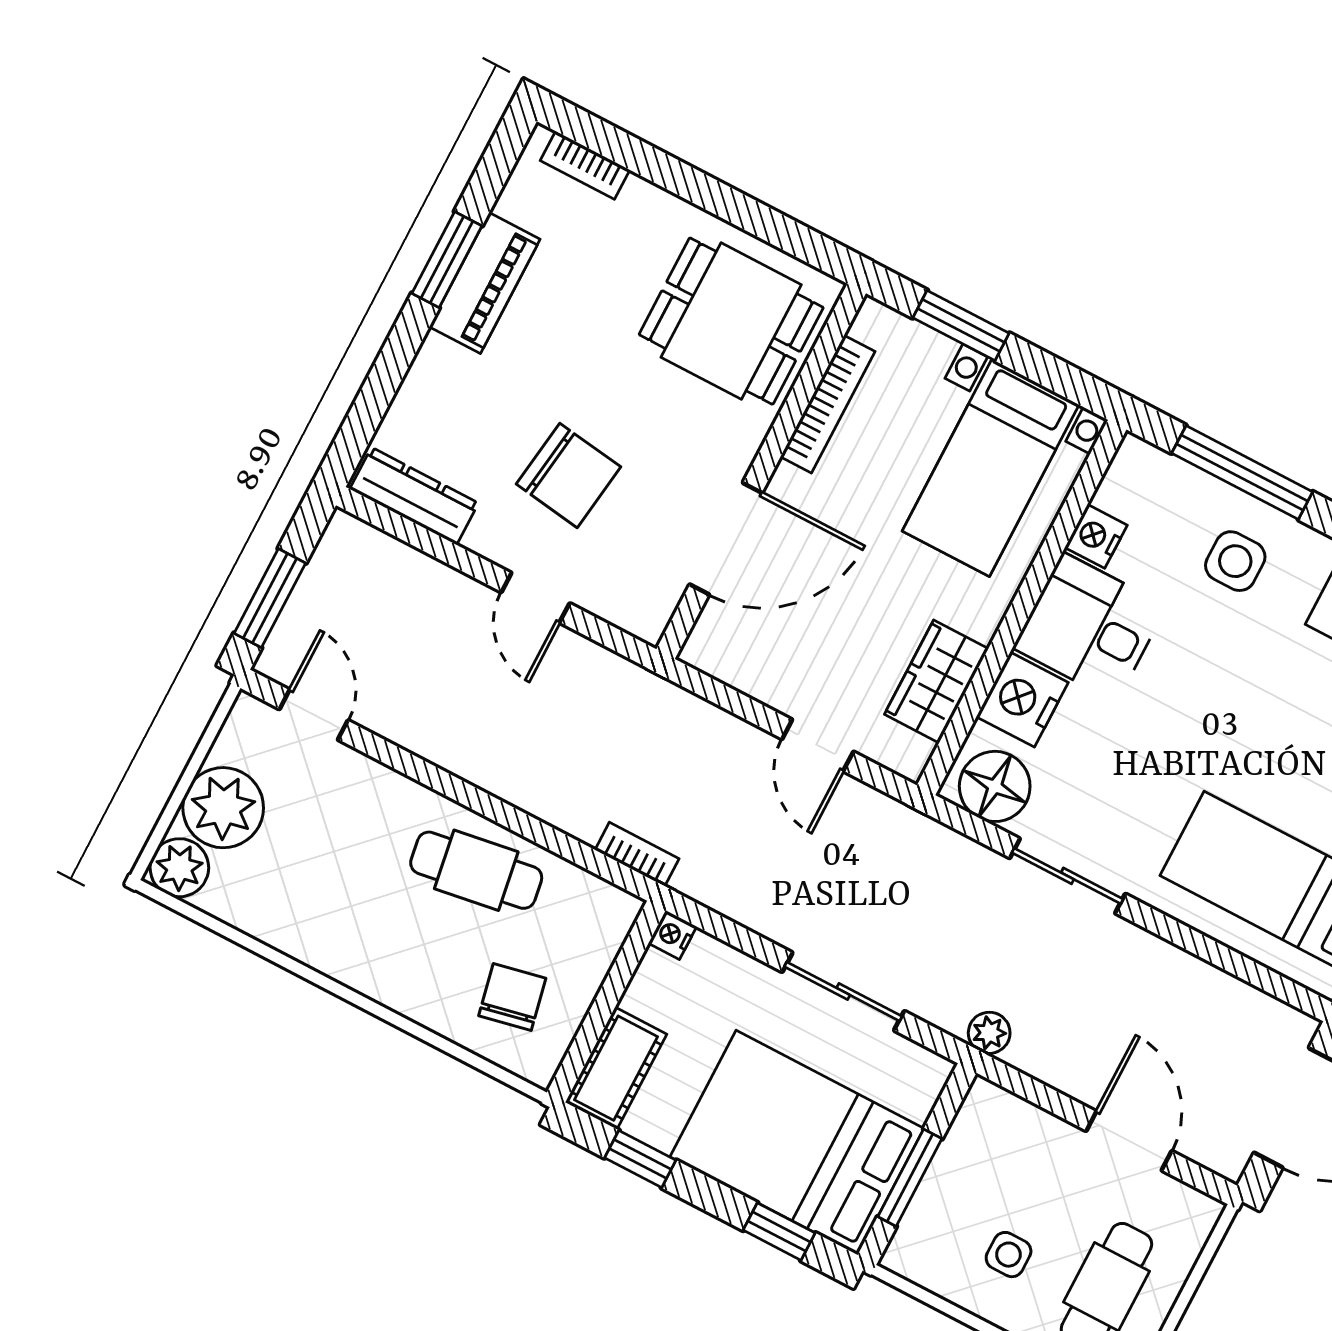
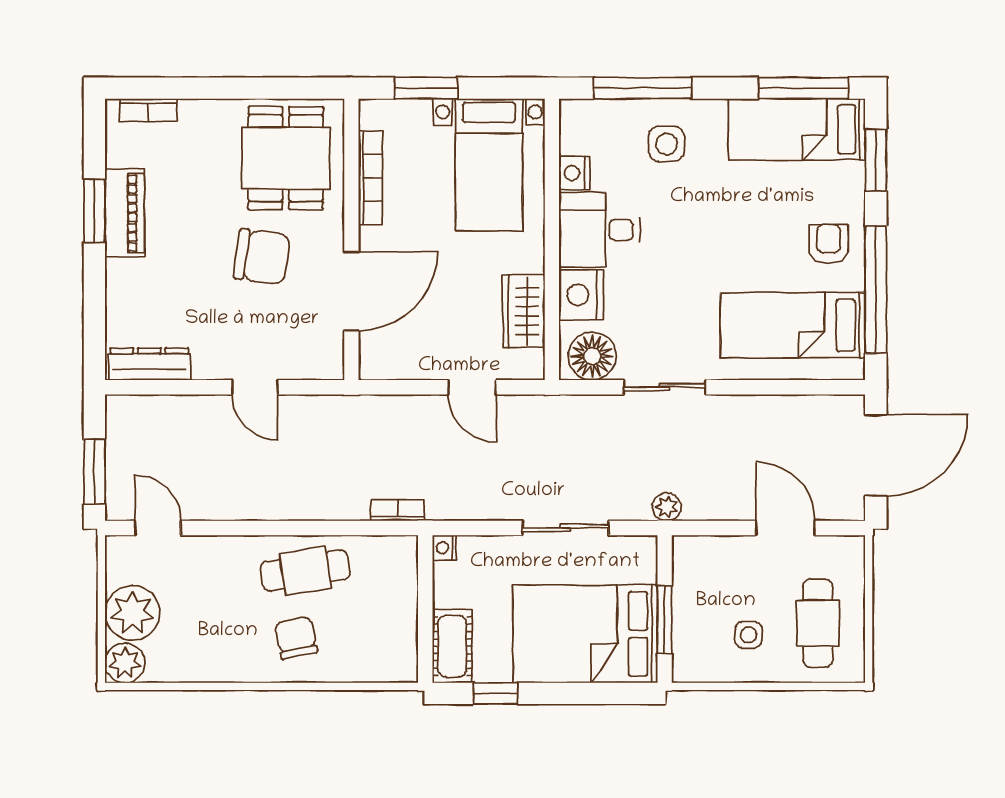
dining table: (731, 321) -> (286, 158), turned 90
chair: (568, 475) -> (262, 257), moved
chair: (512, 997) -> (296, 638), moved
window: (779, 1232) -> (603, 693), removed

